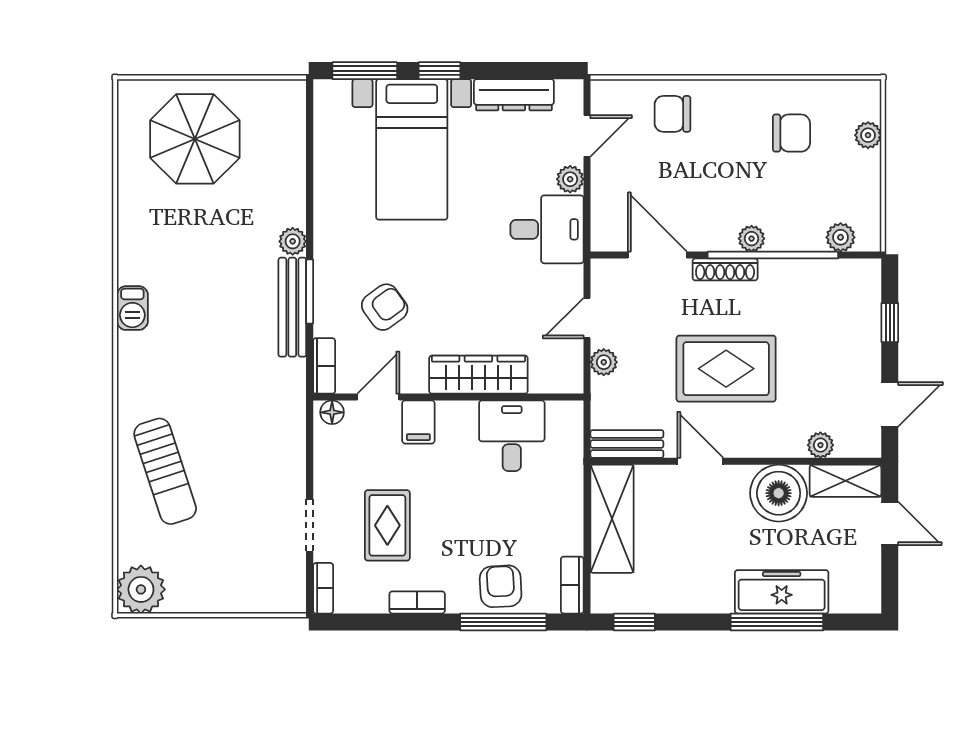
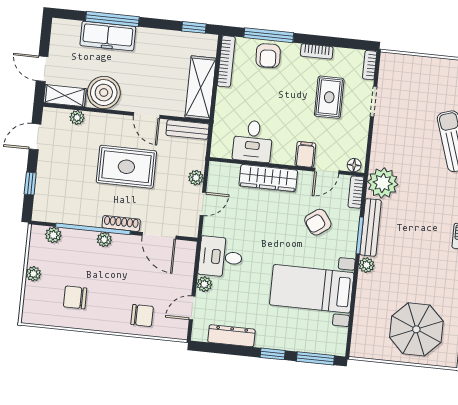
plant: (868, 135) -> (33, 274), moved
bed with nightstands: (412, 149) -> (312, 289), moved, turned -90
plant: (279, 386) -> (383, 183), added
bookcase: (572, 585) -> (226, 61), width x1.56

